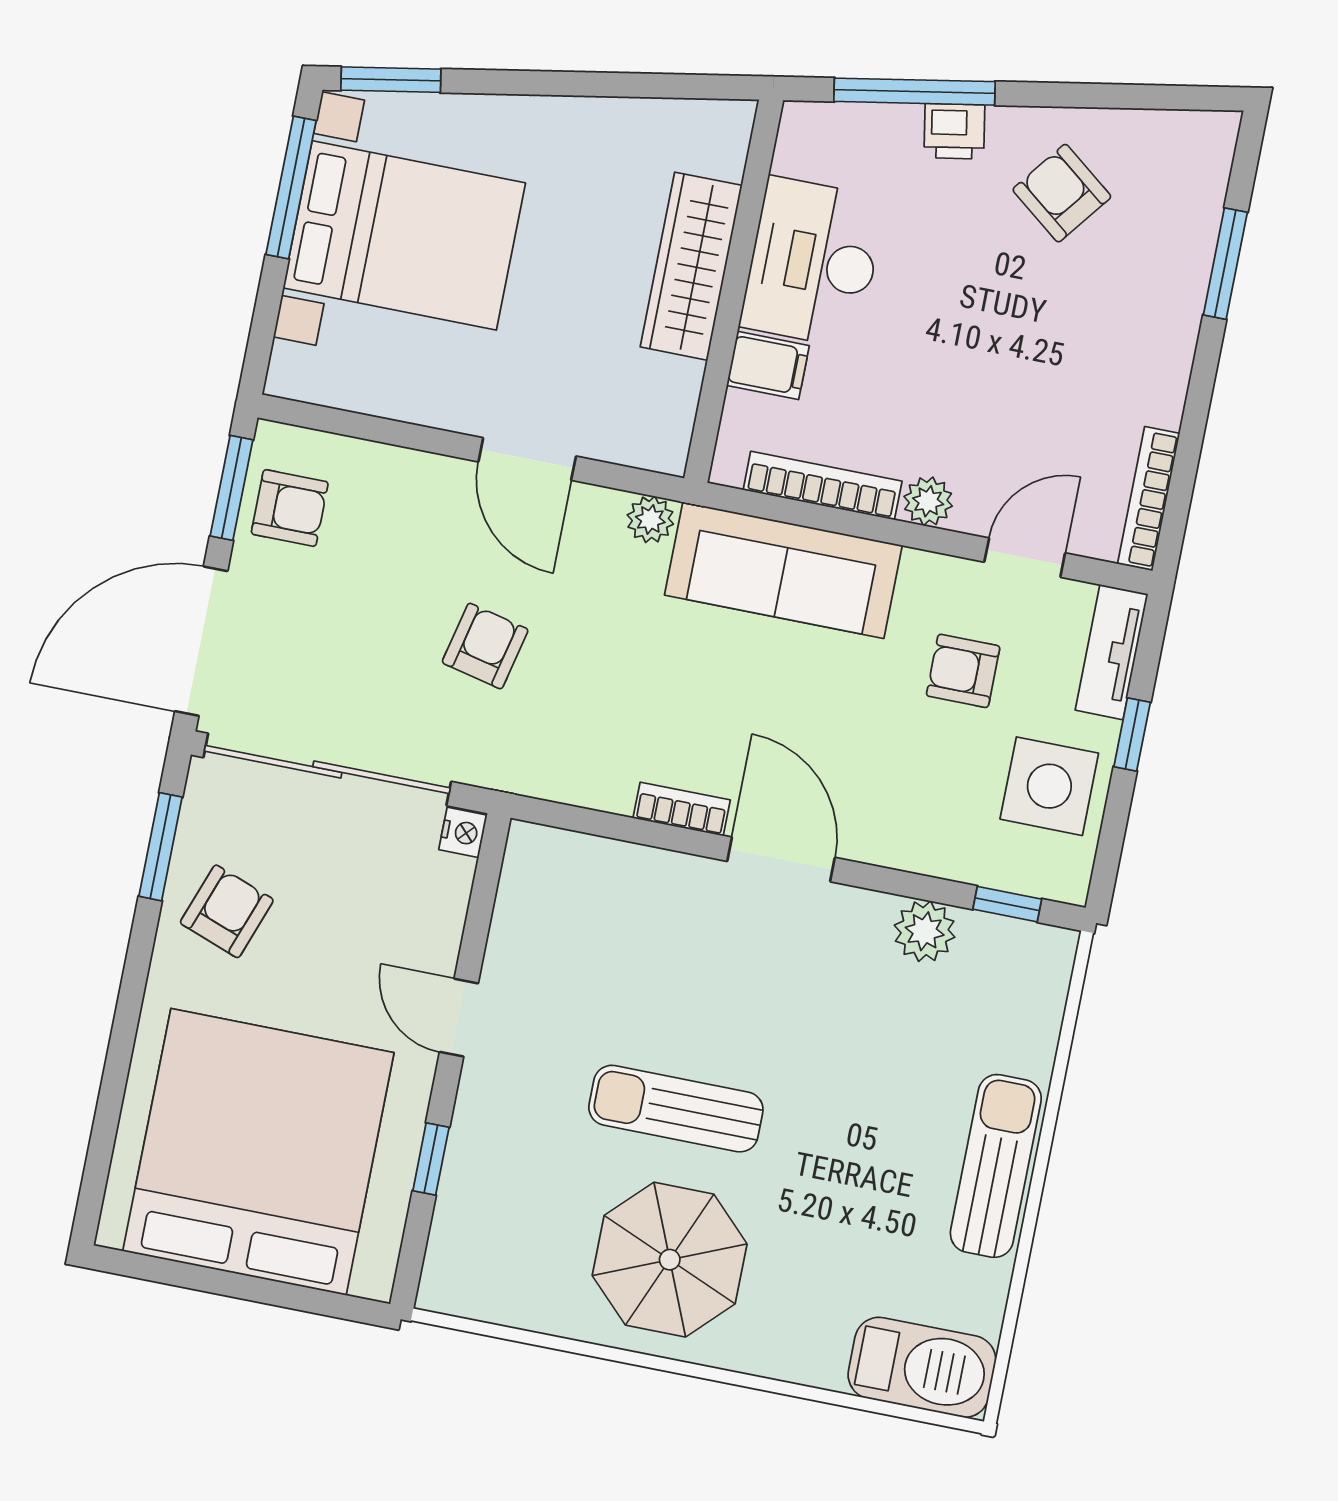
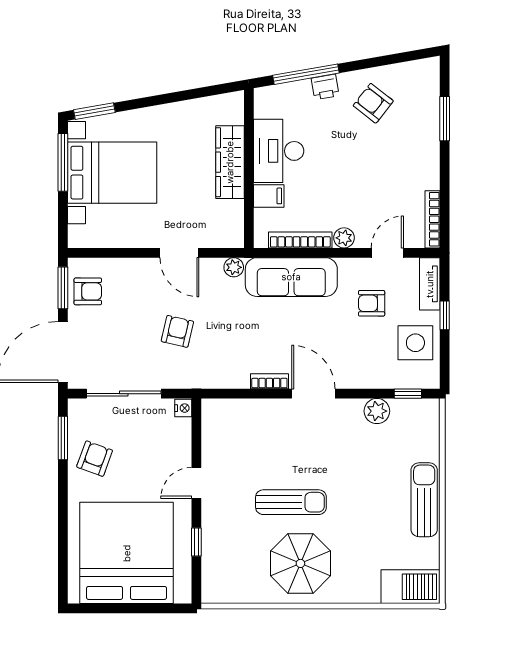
sliding door: (327, 770) -> (124, 394), width x0.73
door: (459, 1018) -> (196, 483), hinge flipped
sun lounger: (676, 1109) -> (291, 502), turned 180

